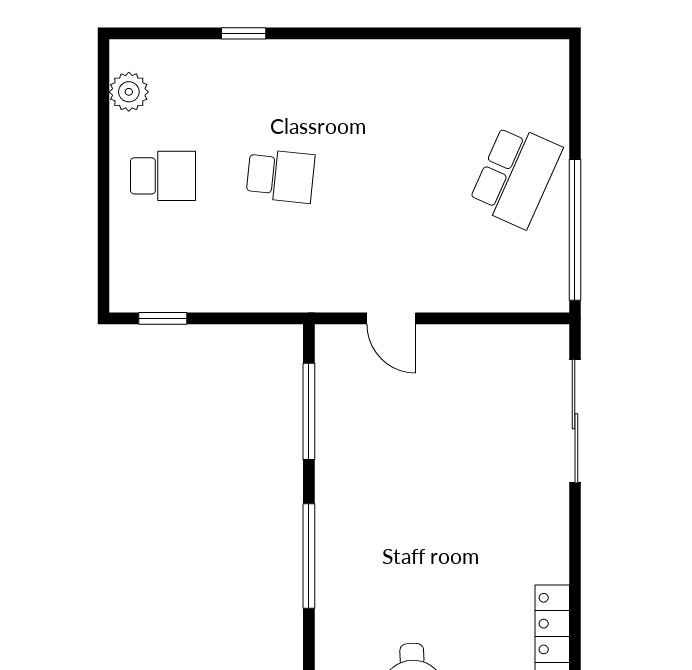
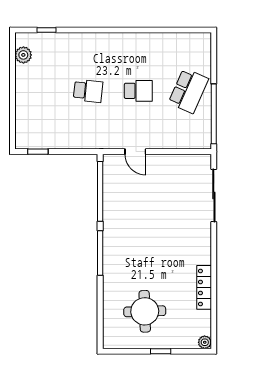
window: (244, 33) -> (47, 30), moved
school desk: (163, 176) -> (138, 91), moved
window: (309, 411) -> (100, 191), width x1.46

